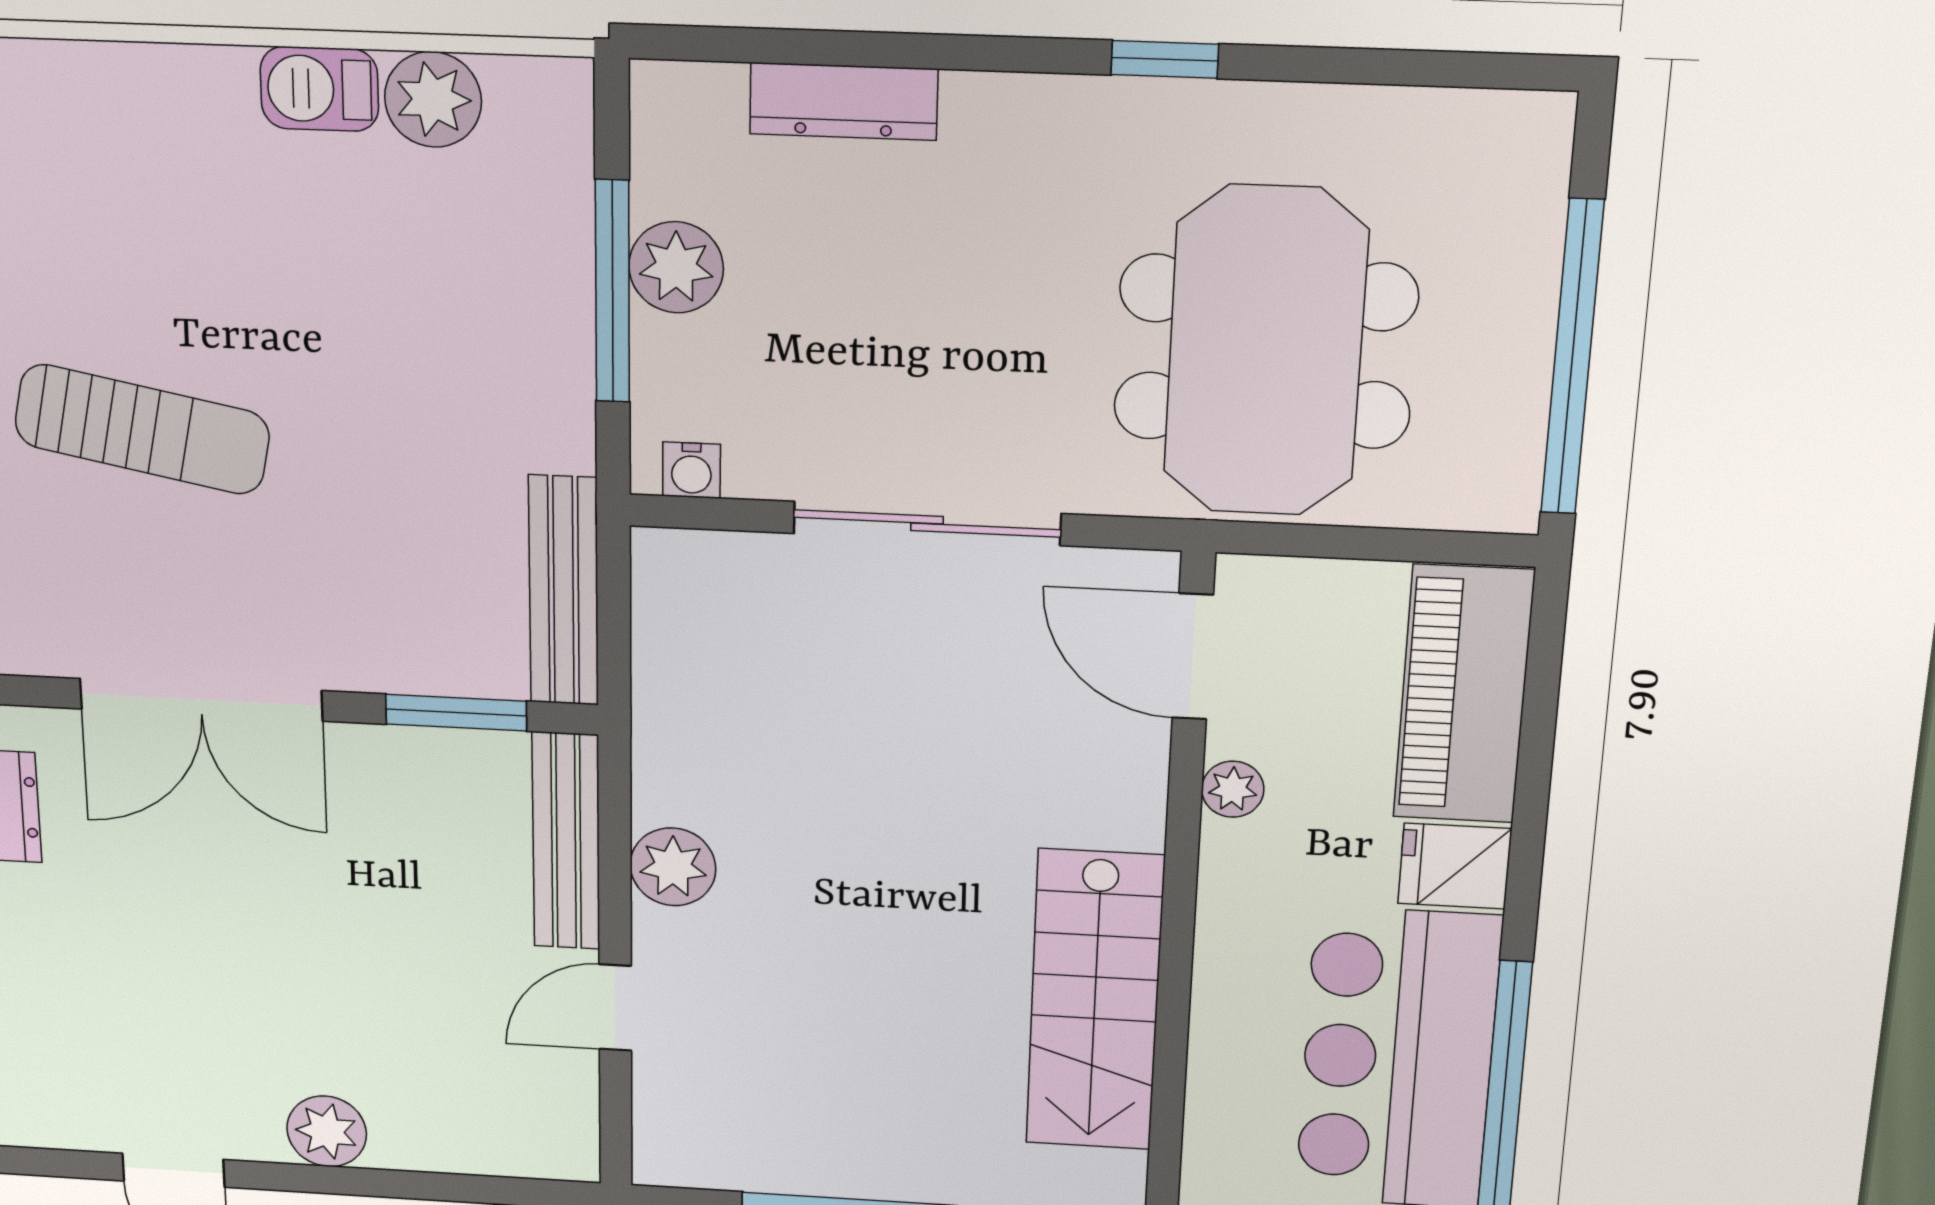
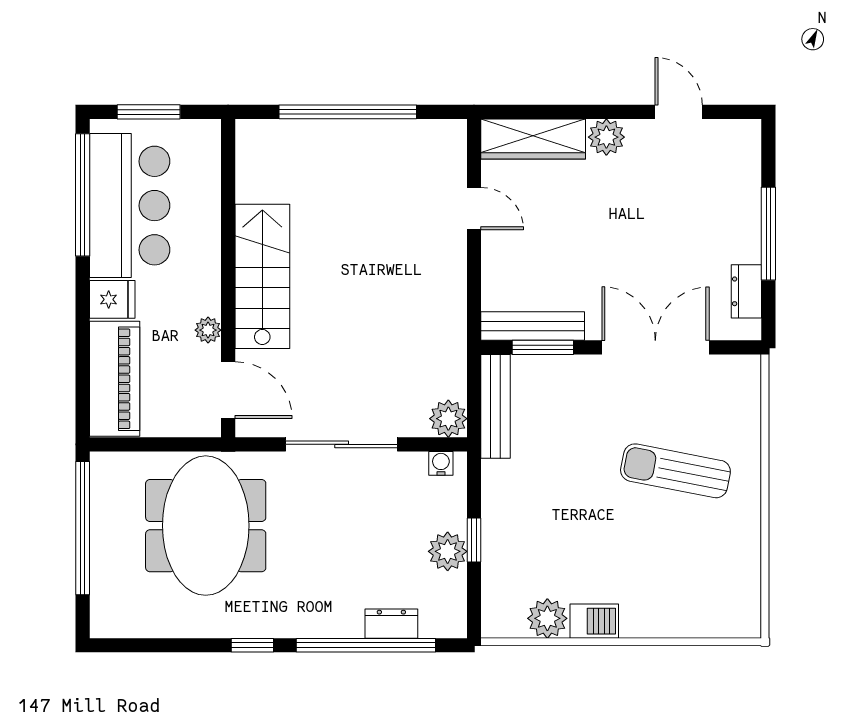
window: (879, 50) -> (366, 645), added
dresser: (844, 101) -> (391, 624), width x0.70
window: (612, 292) -> (474, 540), width x0.46
bench: (566, 841) -> (533, 326), moved, turned 90
plant: (673, 867) -> (448, 419), moved
stairs: (1095, 1001) -> (262, 276), moved
door: (615, 1008) -> (474, 209), hinge flipped
wardrobe: (486, 1137) -> (533, 139), added

